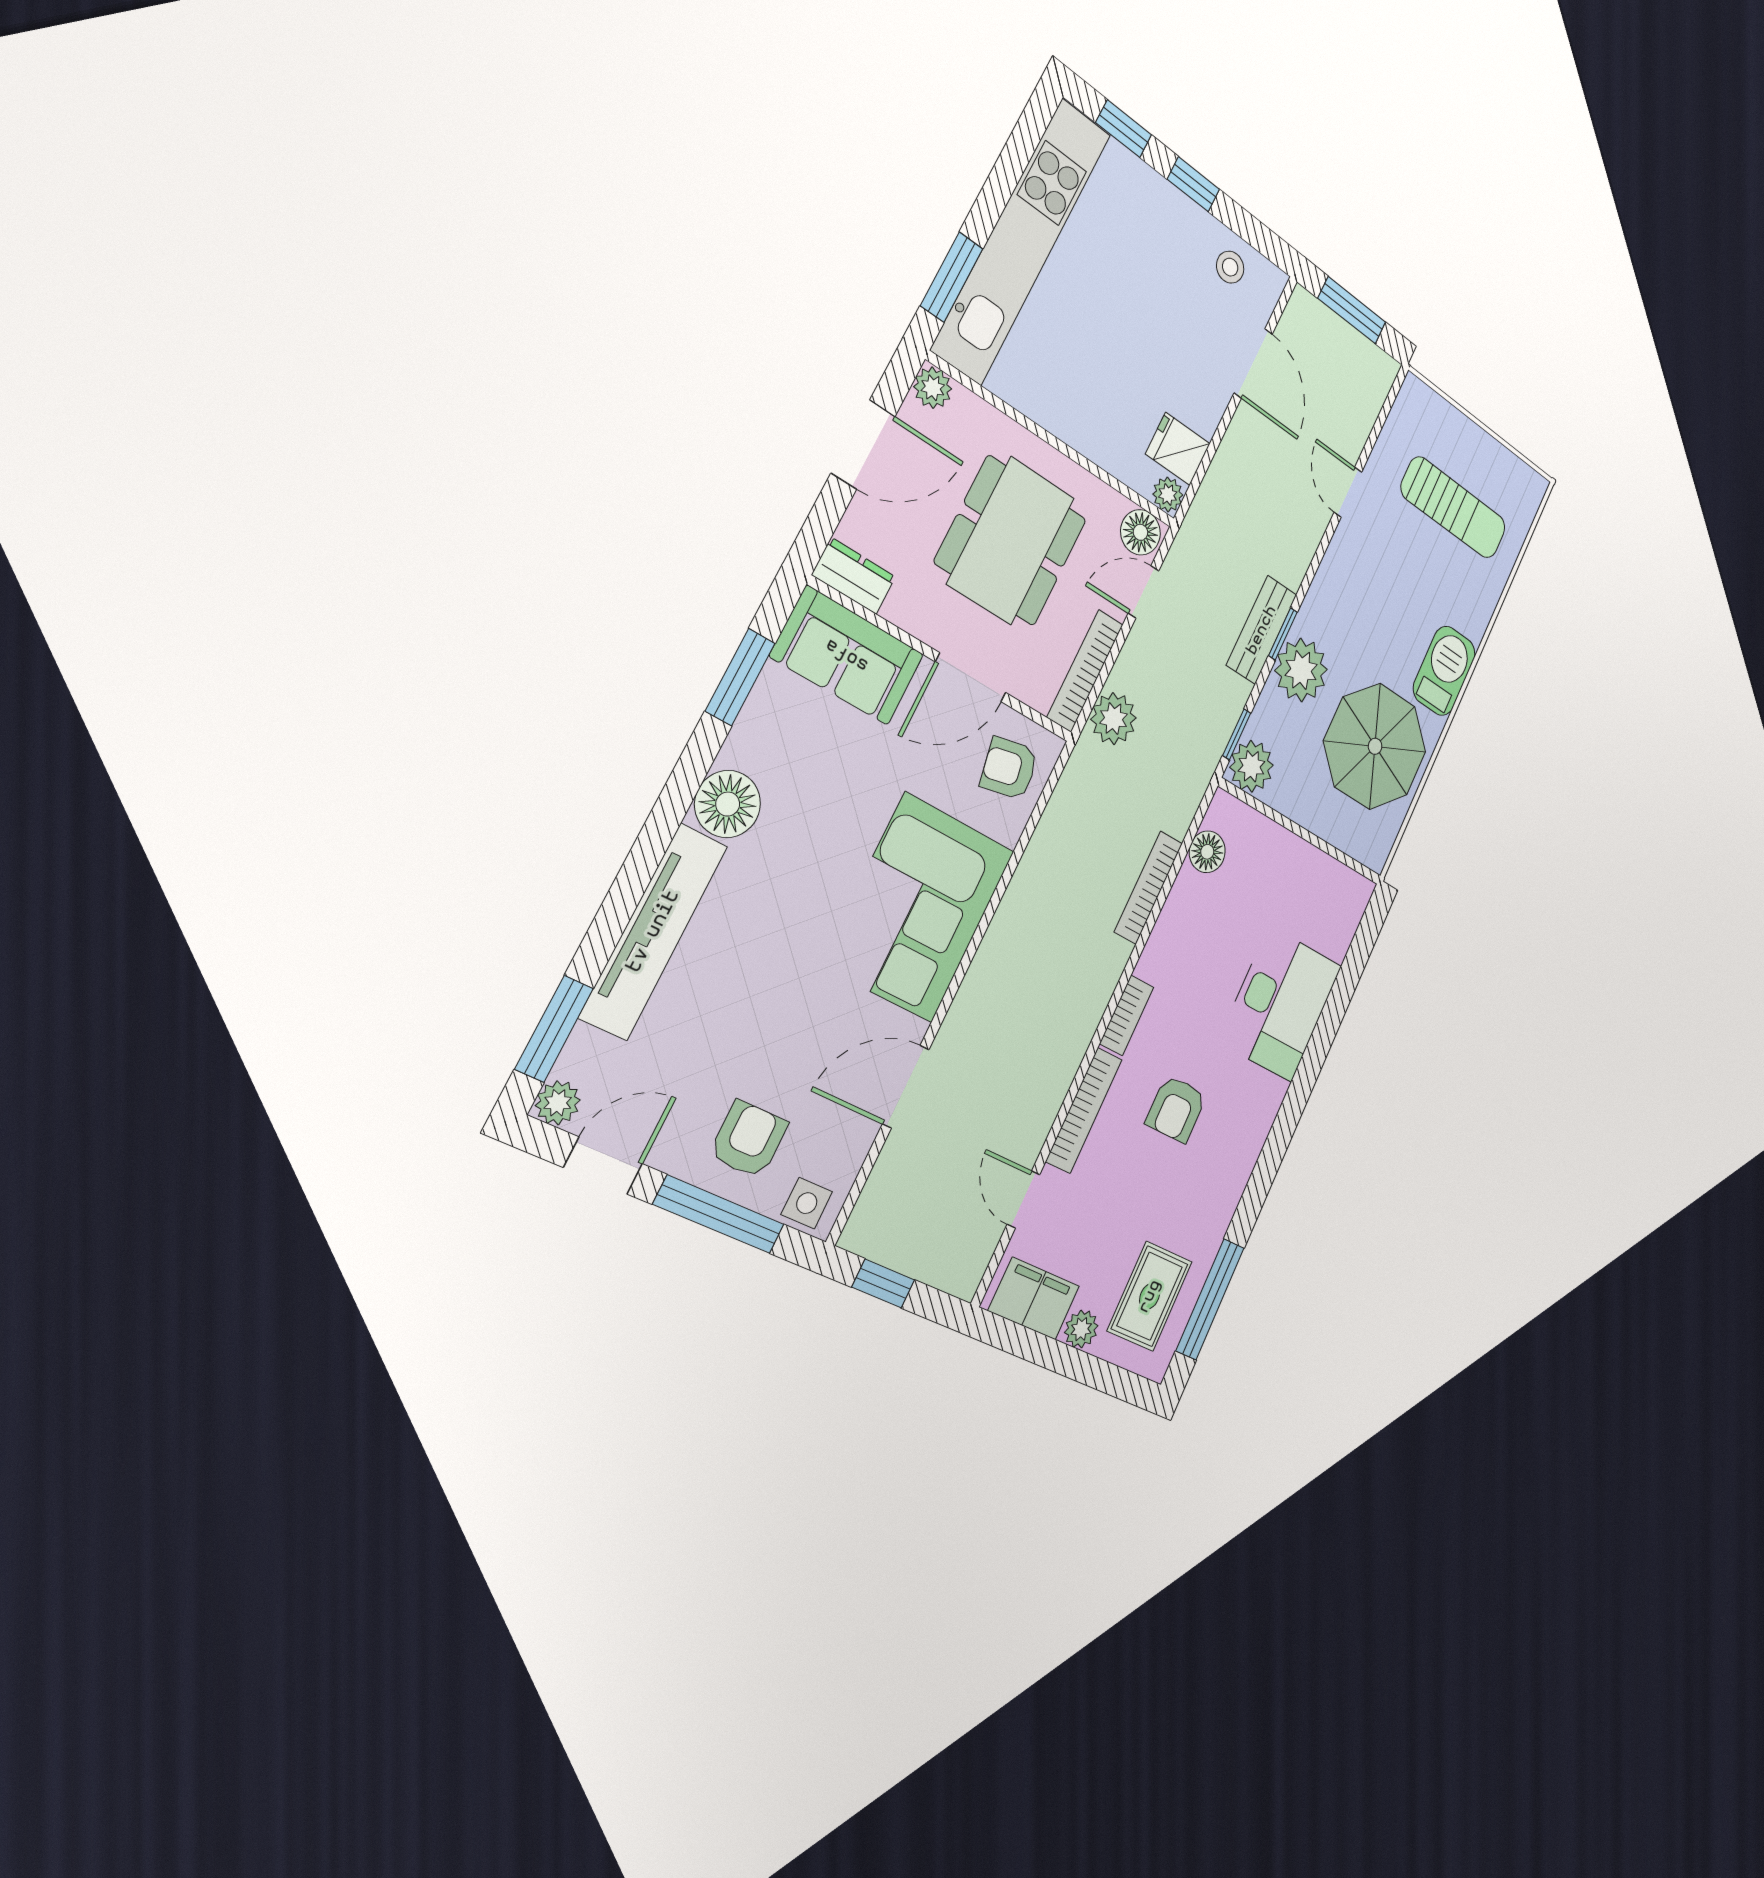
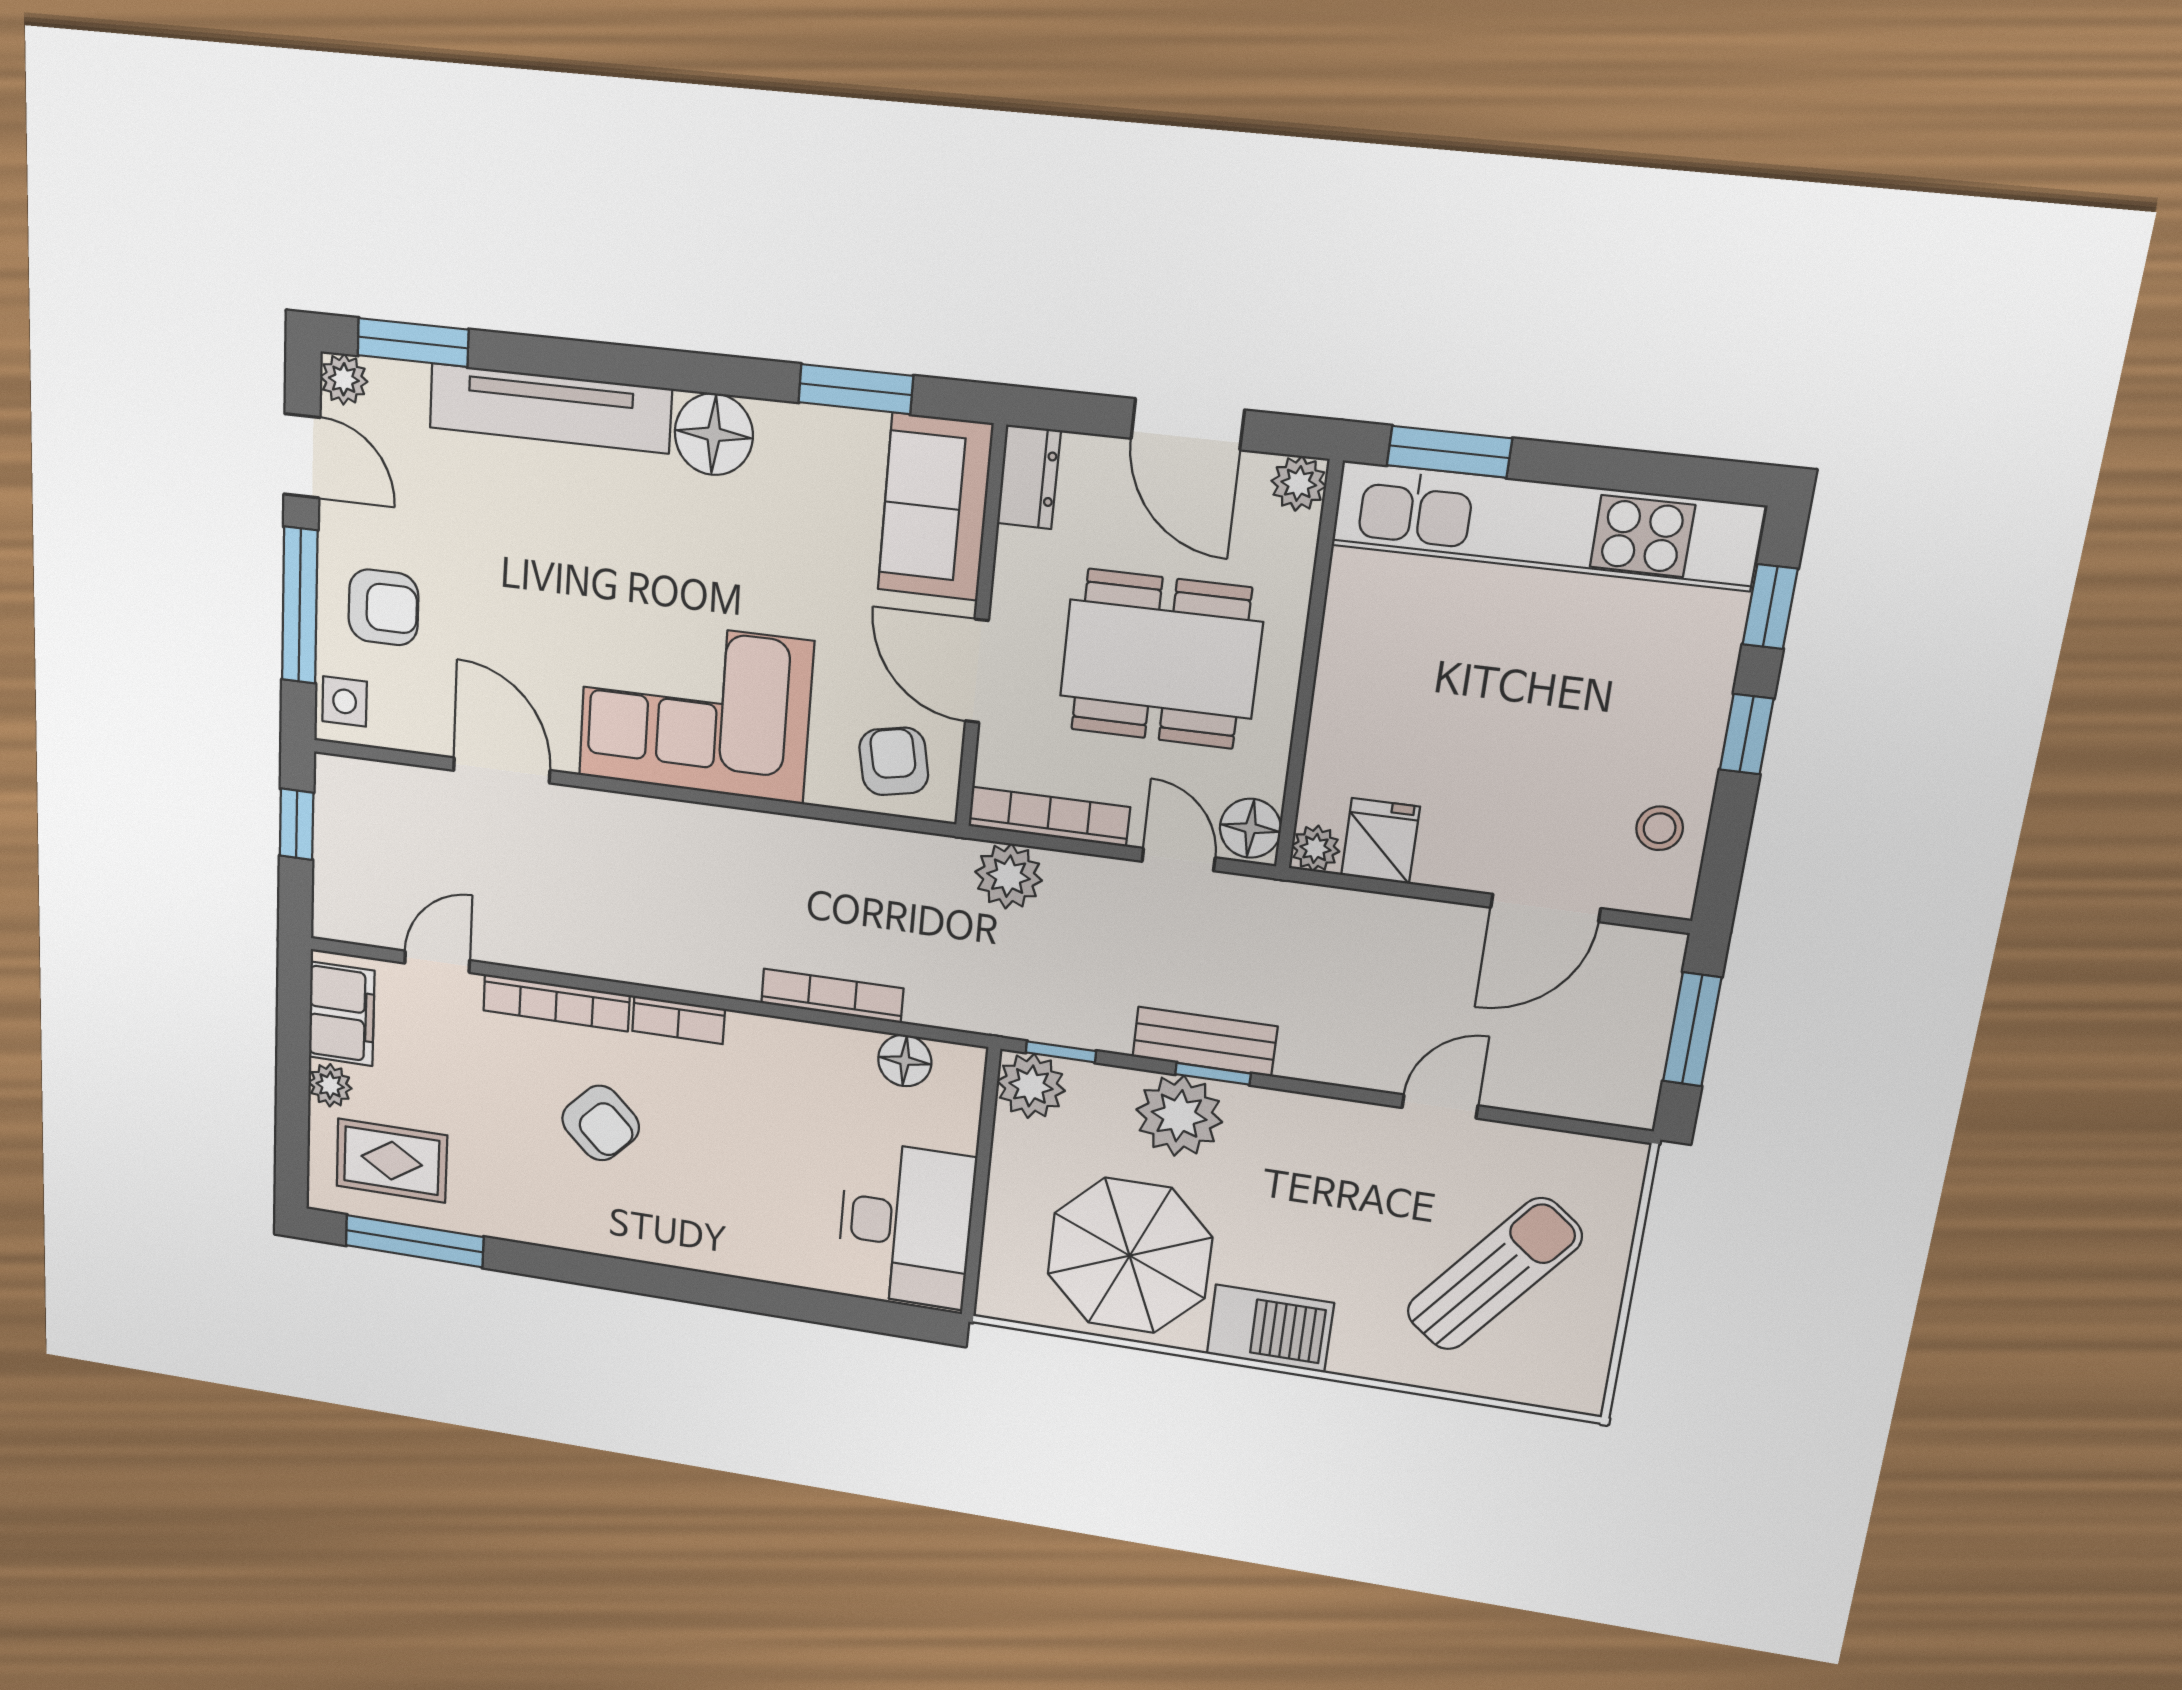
sun lounger: (1454, 508) -> (1494, 1274), turned -142
desk: (1280, 1004) -> (906, 1225), moved, turned -90
armchair: (1176, 1109) -> (601, 1123), turned -136

